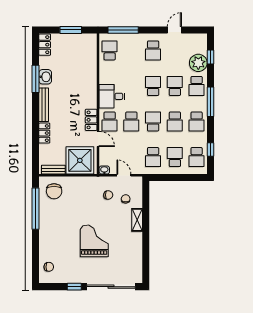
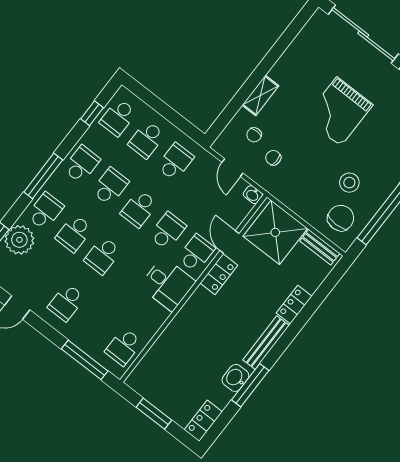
school desk: (153, 50) -> (66, 302), turned 180
school desk: (197, 157) -> (118, 117), turned 180
stool: (63, 211) -> (349, 183), added

